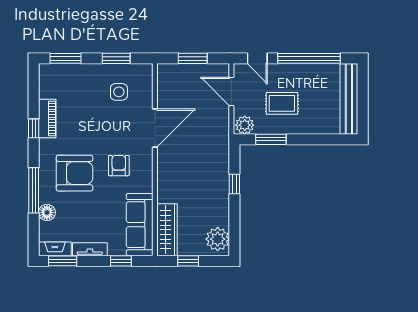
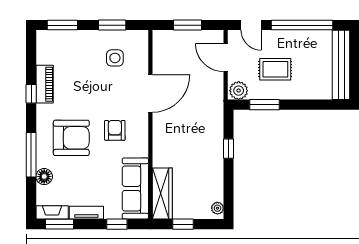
plant: (218, 239) -> (217, 208), width x0.53, depth x0.53

